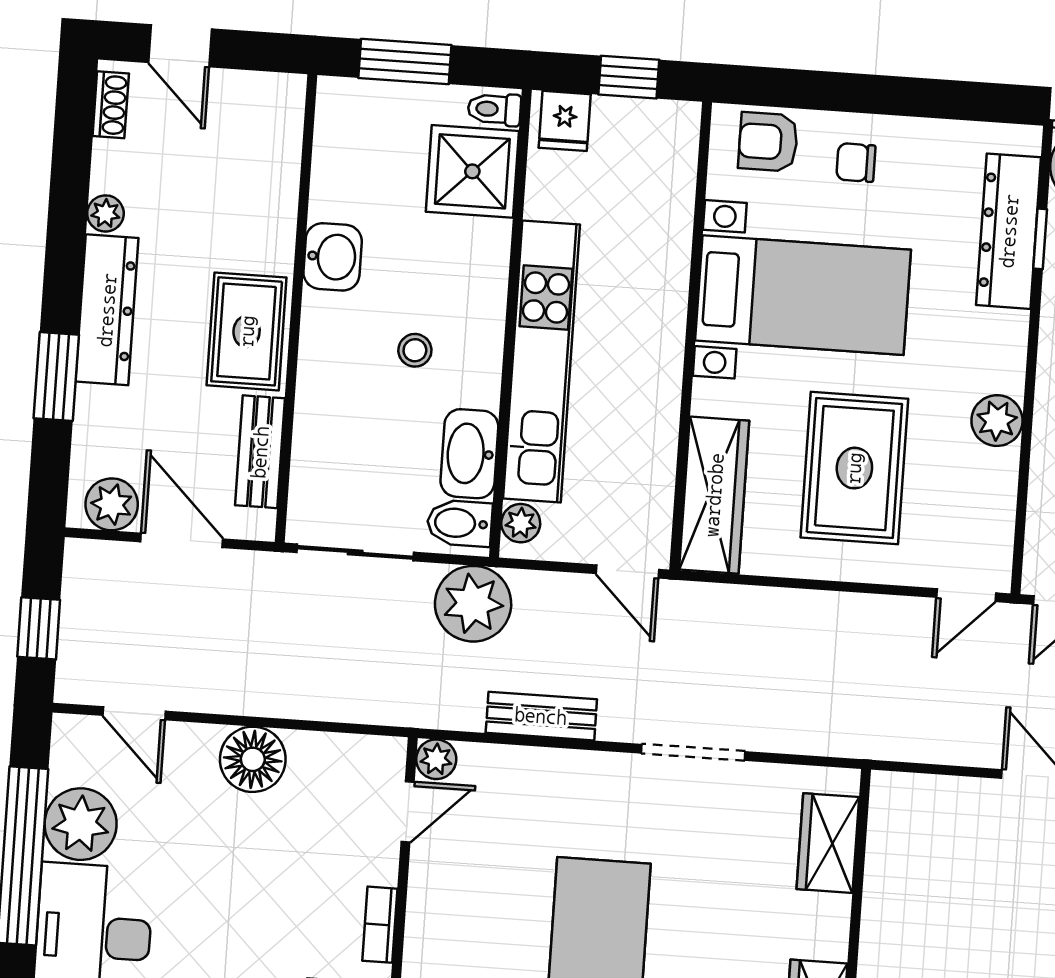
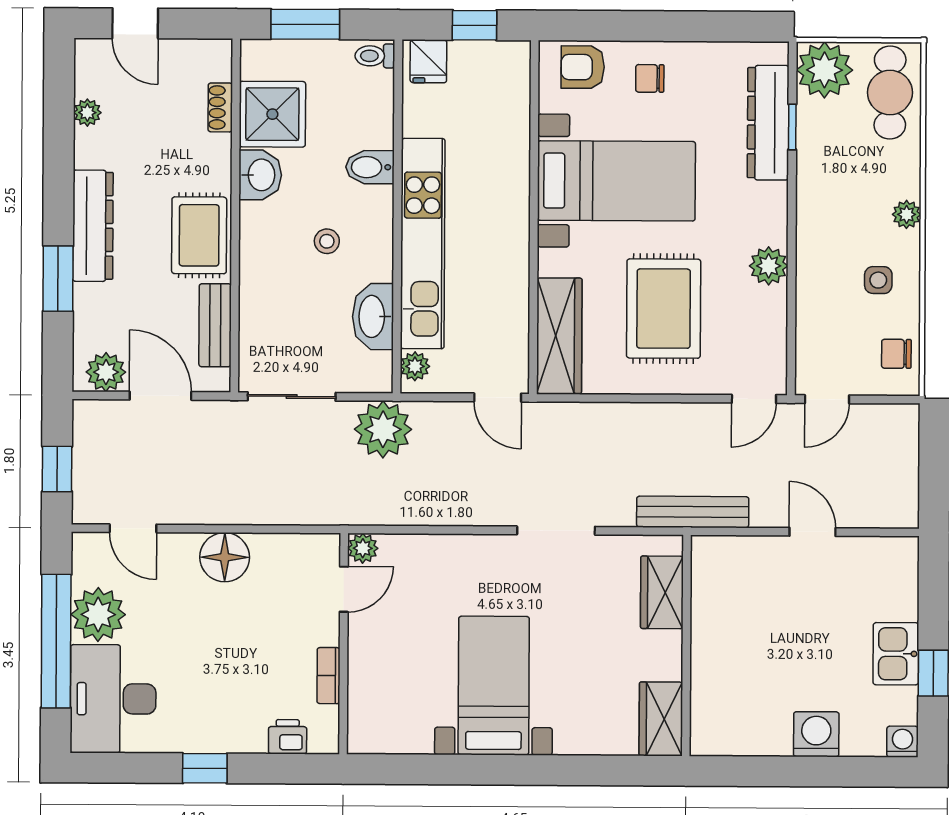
shoe rack: (111, 105) -> (220, 107), moved, turned 180
shower: (472, 171) -> (272, 114), moved
plant: (105, 213) -> (87, 113), moved
bidet: (459, 523) -> (370, 167), moved
bench: (541, 716) -> (693, 512), moved, width x1.36

